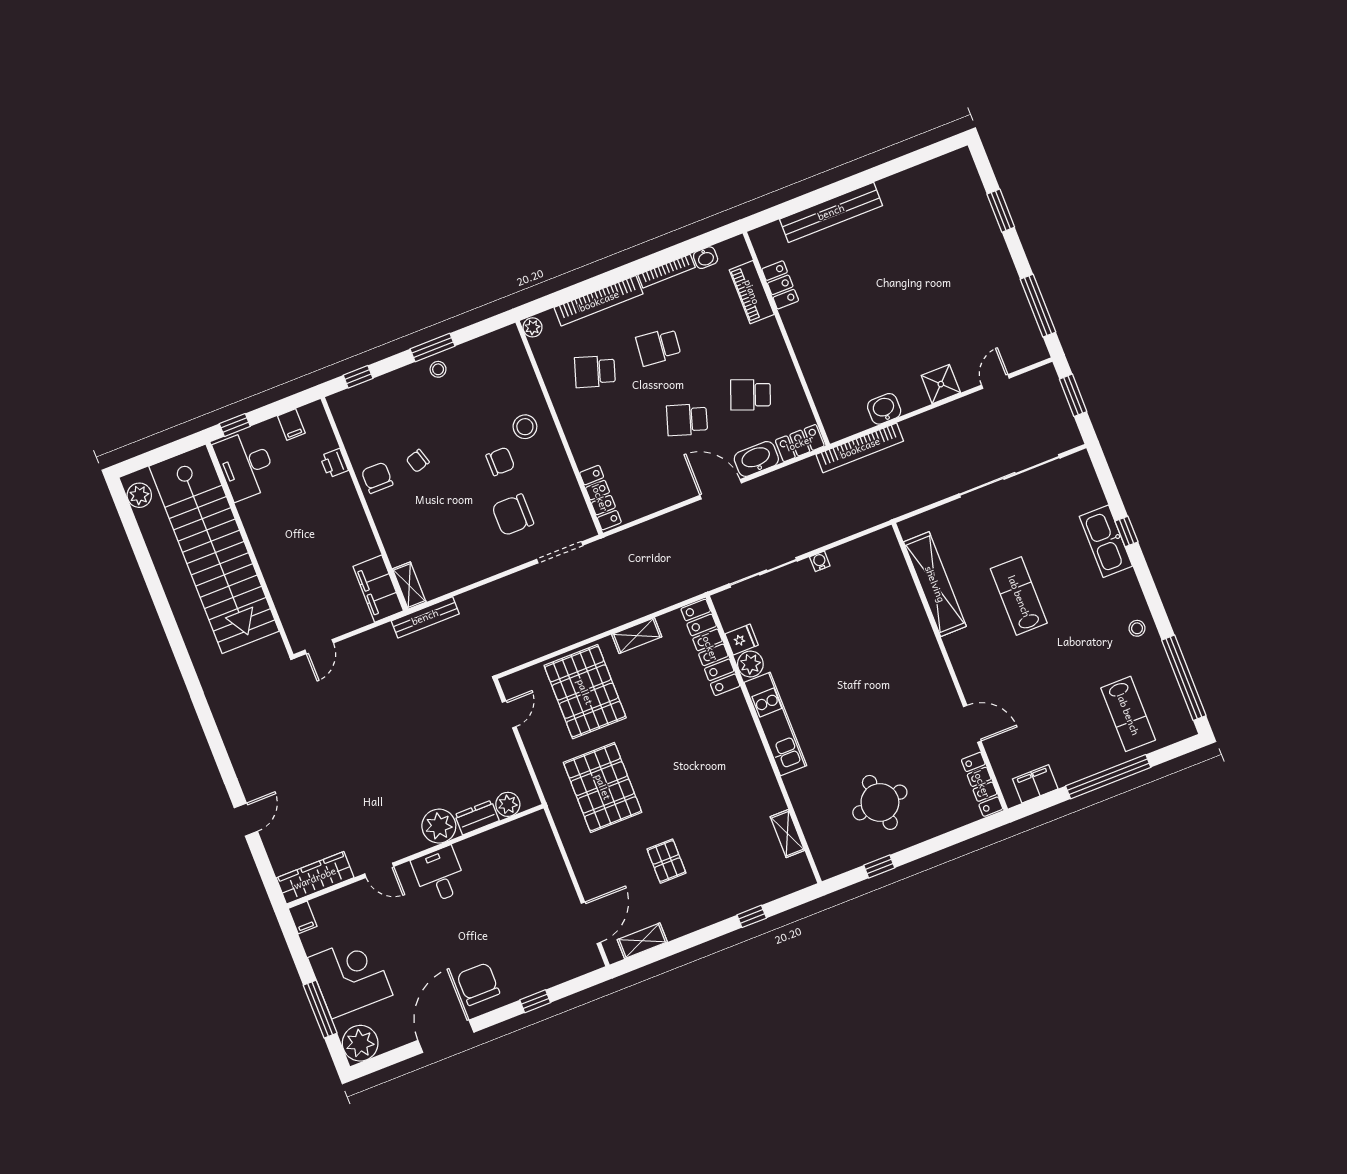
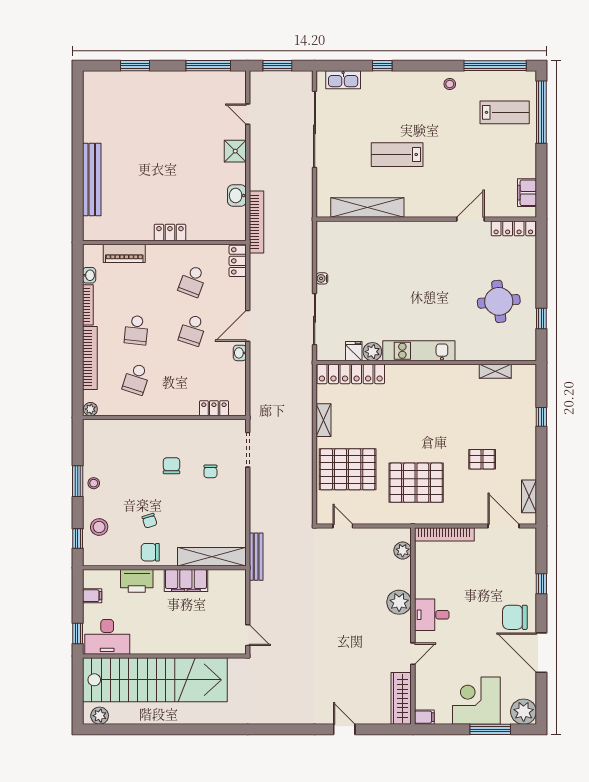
locker: (780, 285) -> (170, 232), moved
stool: (525, 427) -> (99, 527), moved
washbasin: (756, 459) -> (240, 353), moved, width x0.52, depth x0.69
printer: (334, 463) -> (137, 581), width x1.87, depth x1.48
locker: (600, 498) -> (214, 408), width x0.66
chair: (513, 515) -> (210, 471), width x0.54, depth x0.54
kitchen sink: (1106, 541) -> (343, 80), moved, width x0.73, depth x0.81
shelving: (409, 585) -> (212, 557), width x2.20, depth x1.33
filing cabinet: (378, 589) -> (186, 581), moved
window: (1108, 777) -> (541, 112), moved
dresser: (477, 817) -> (403, 575), removed
bookcase: (550, 850) -> (444, 534), added

